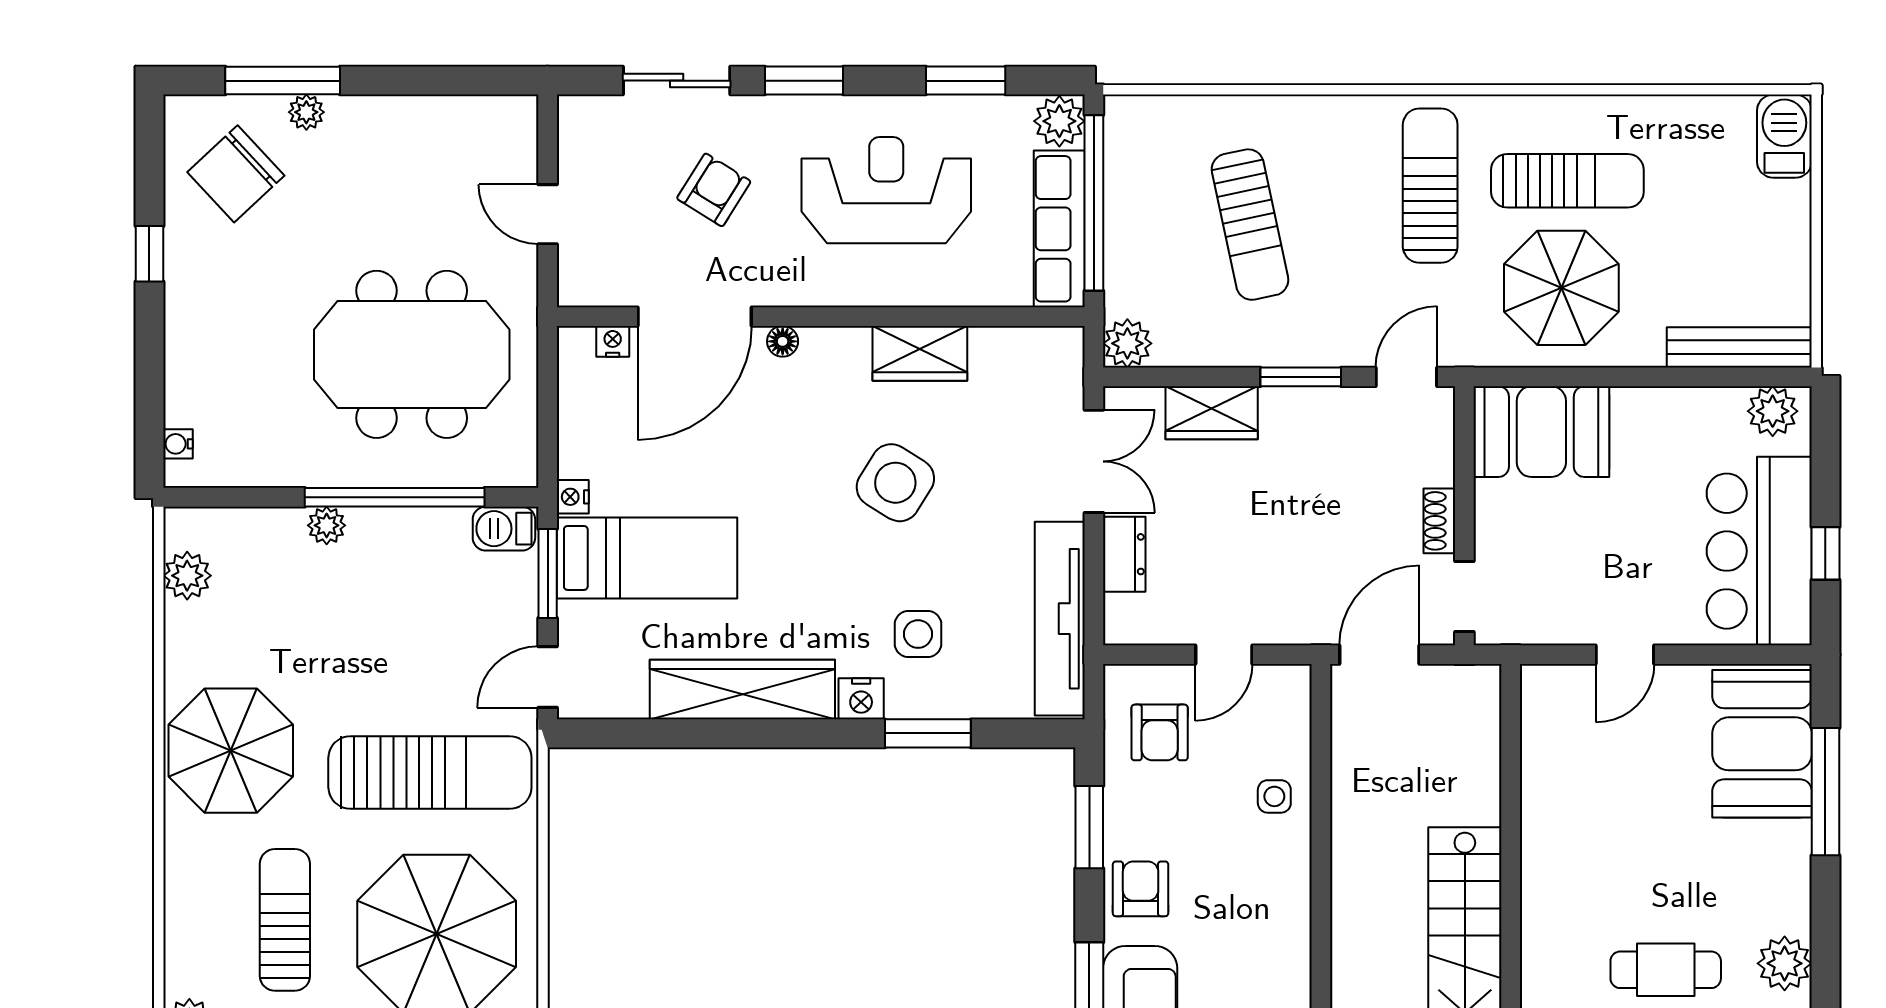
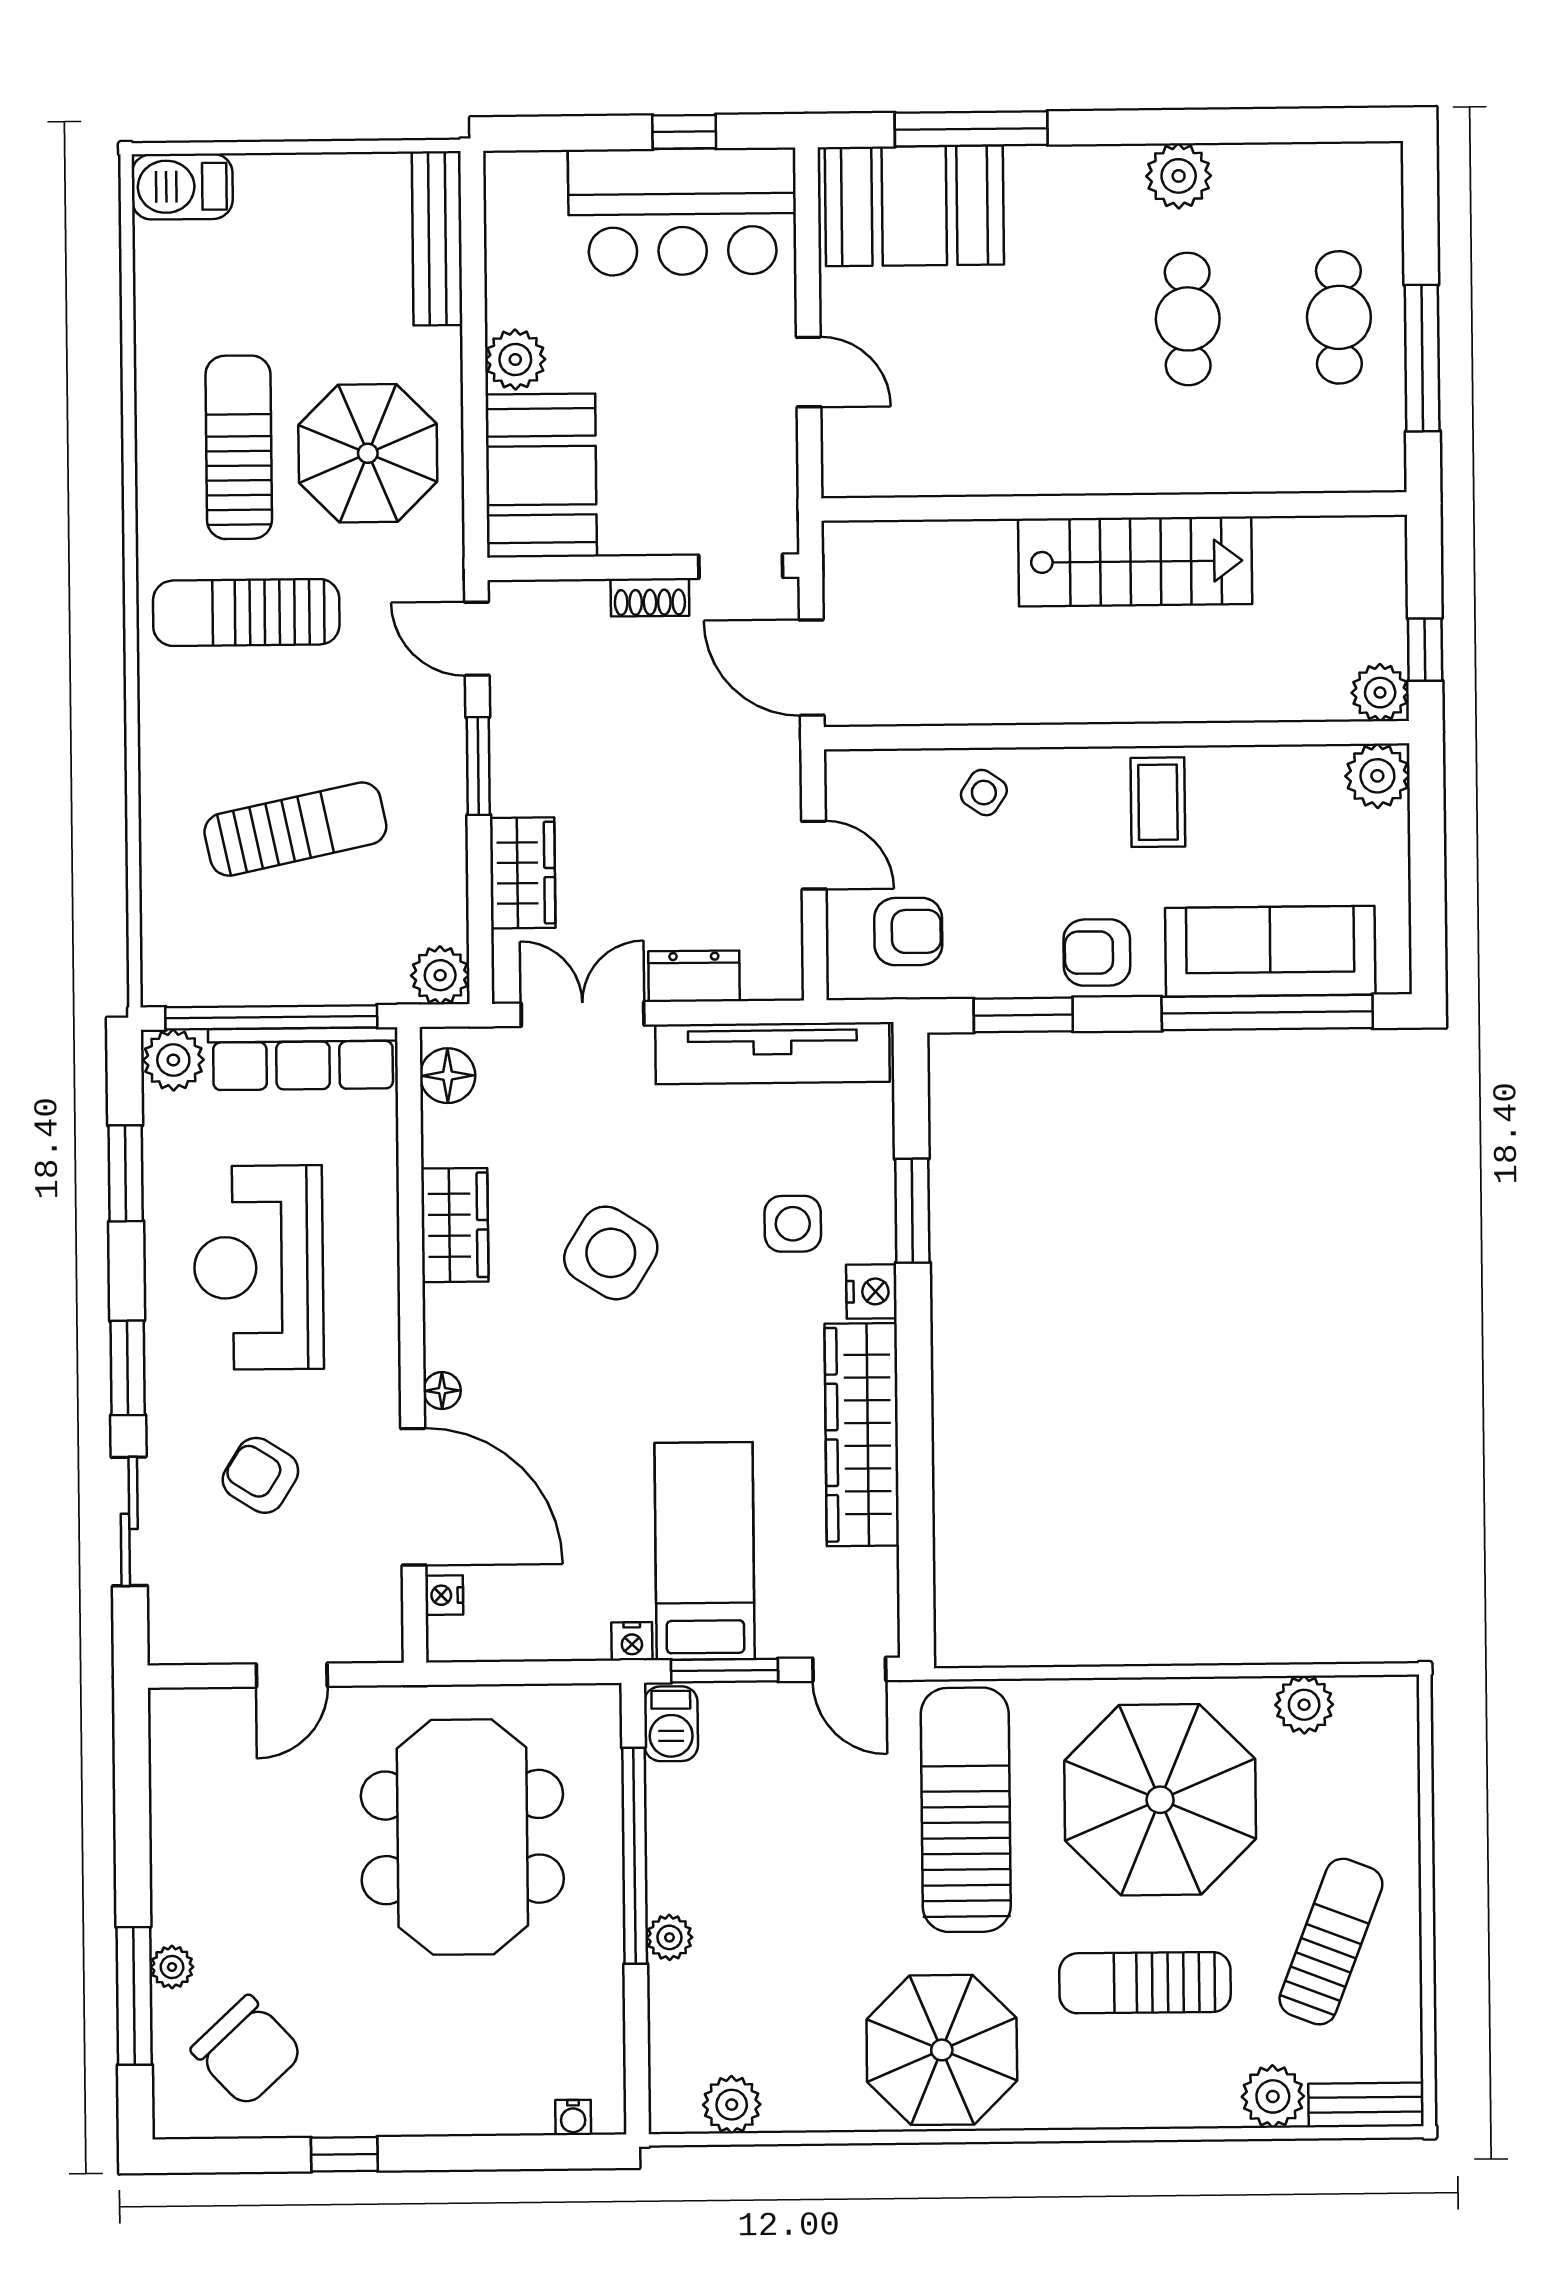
floor lamp: (1044, 349) -> (448, 1076), added
plant: (1773, 411) -> (515, 359), moved
side table: (1274, 796) -> (984, 793), turned 34
coffee table: (1265, 941) -> (1158, 802), added

